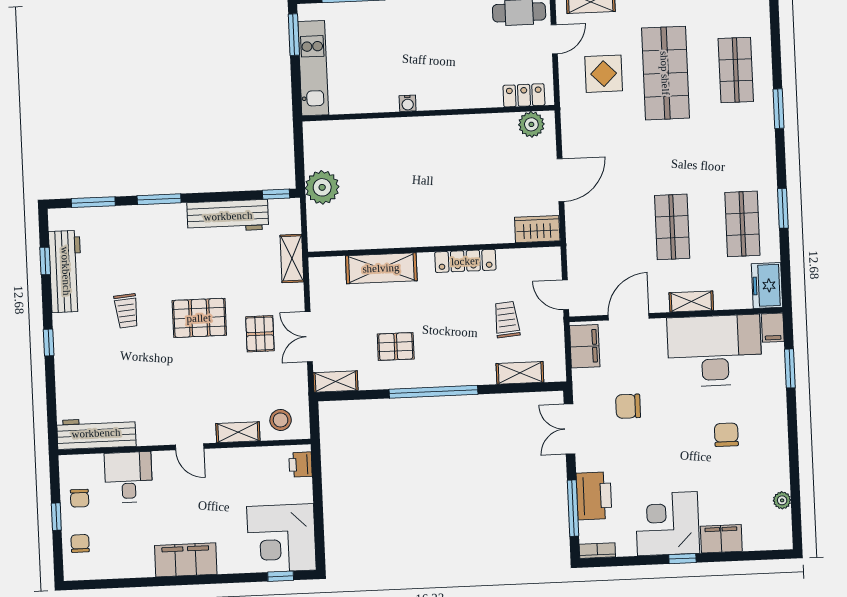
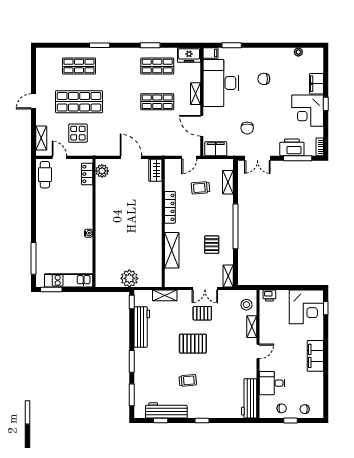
pallet: (199, 318) -> (193, 344), turned 90

